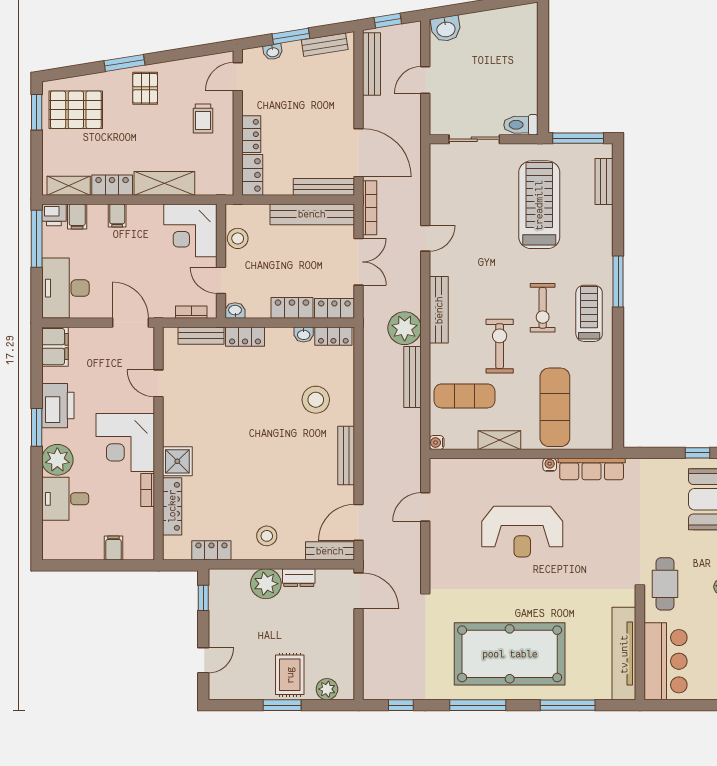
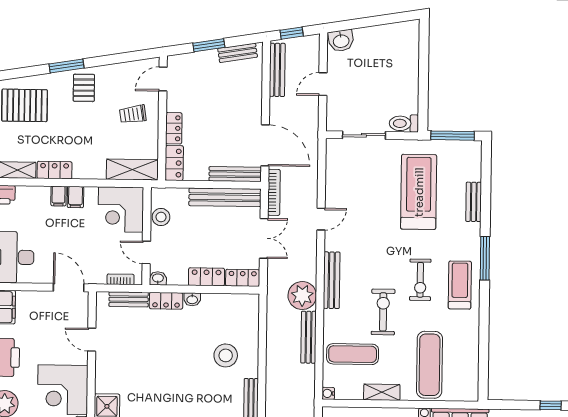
washbasin: (273, 52) -> (193, 58), removed
trolley: (203, 118) -> (133, 114), turned 81
bench: (604, 182) -> (474, 202), moved
shelving: (164, 183) -> (132, 170), moved
filing cabinet: (77, 216) -> (75, 197), moved
washbasin: (304, 334) -> (192, 299), moved
locker: (333, 336) -> (241, 301), removed

